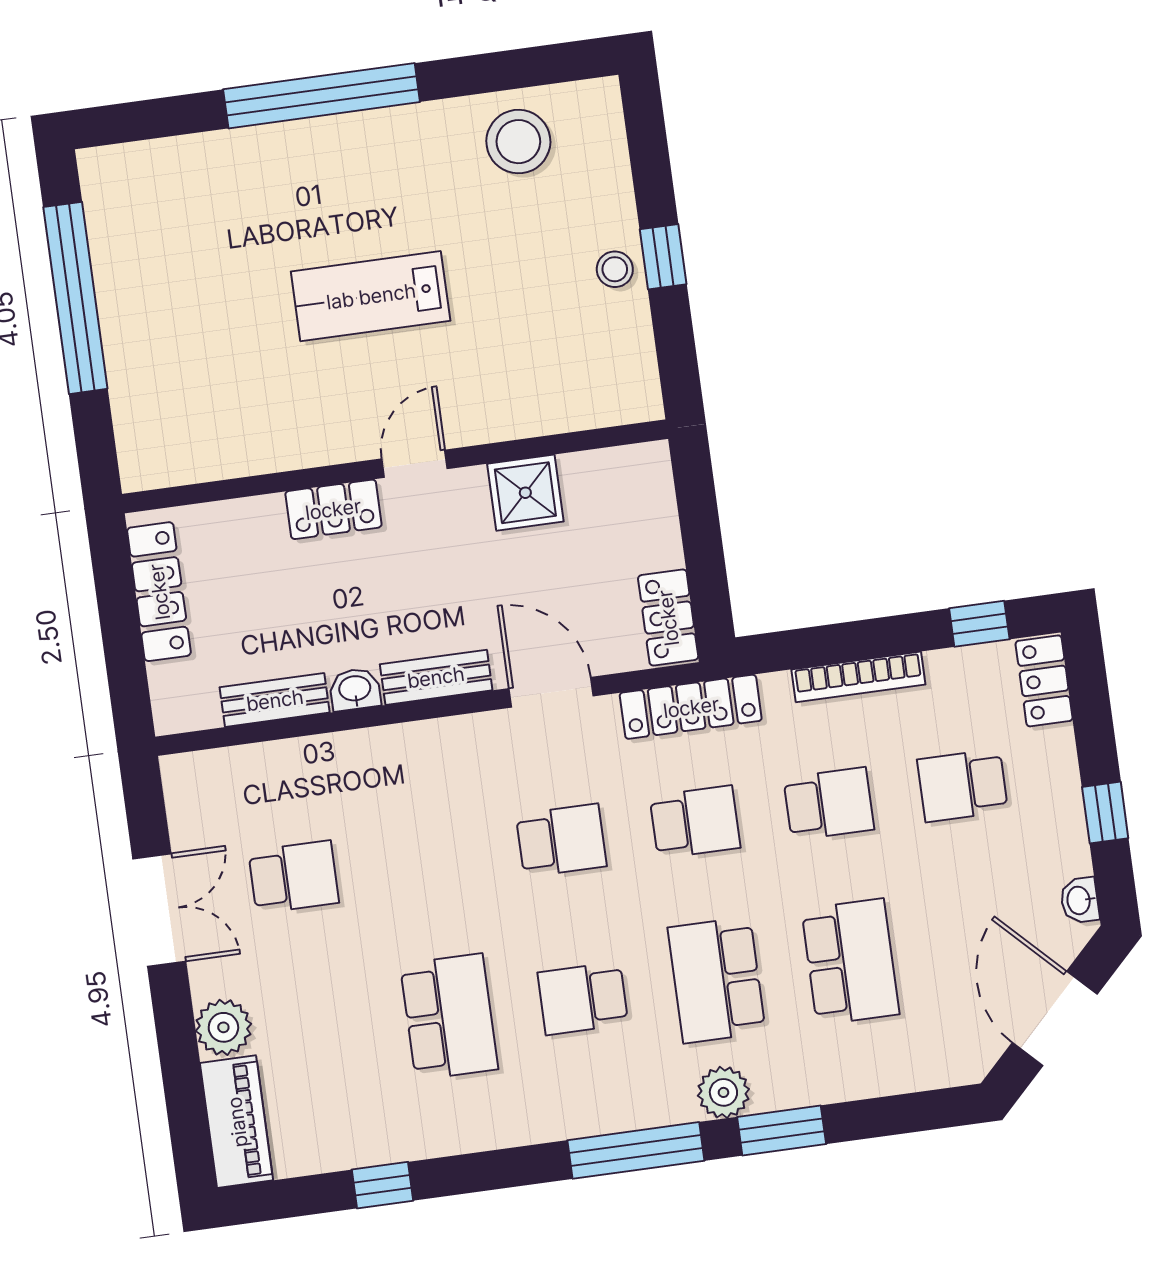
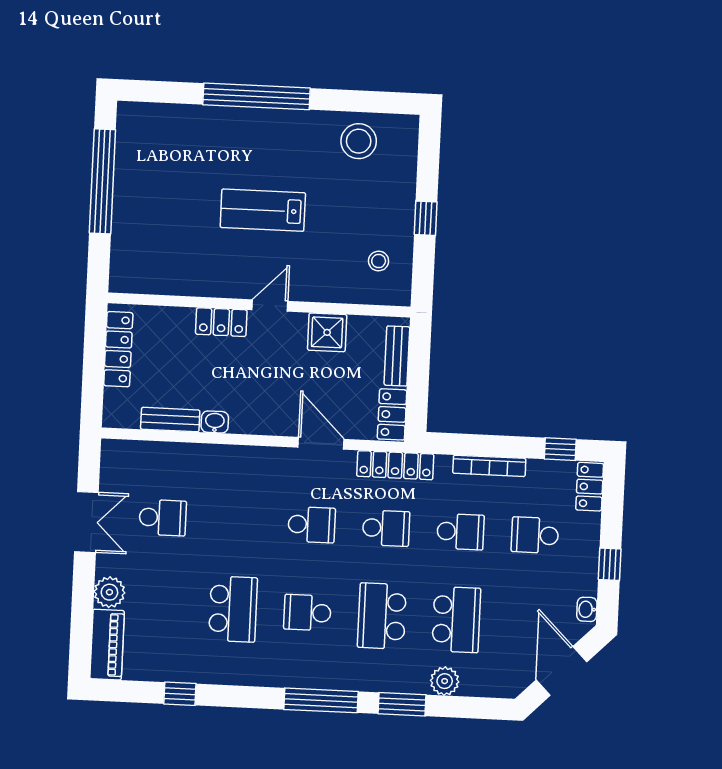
stool: (615, 269) -> (379, 261), moved
bench: (436, 677) -> (397, 356), moved, turned 90
plant: (723, 1092) -> (445, 681), moved

